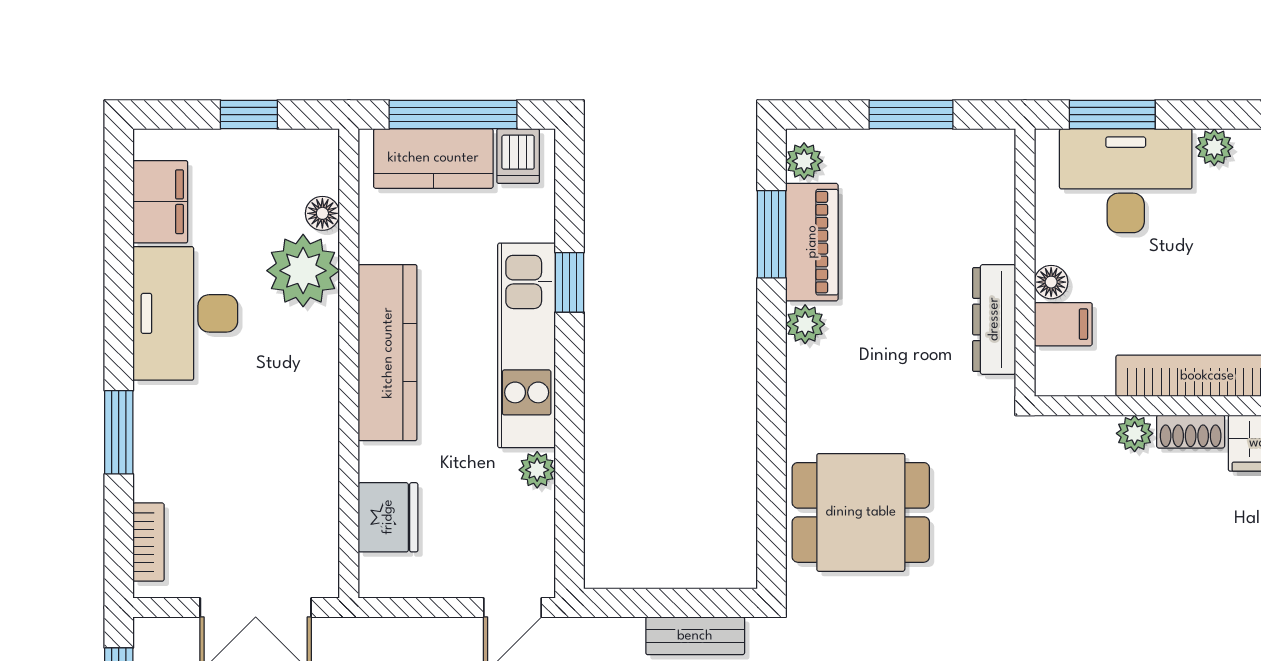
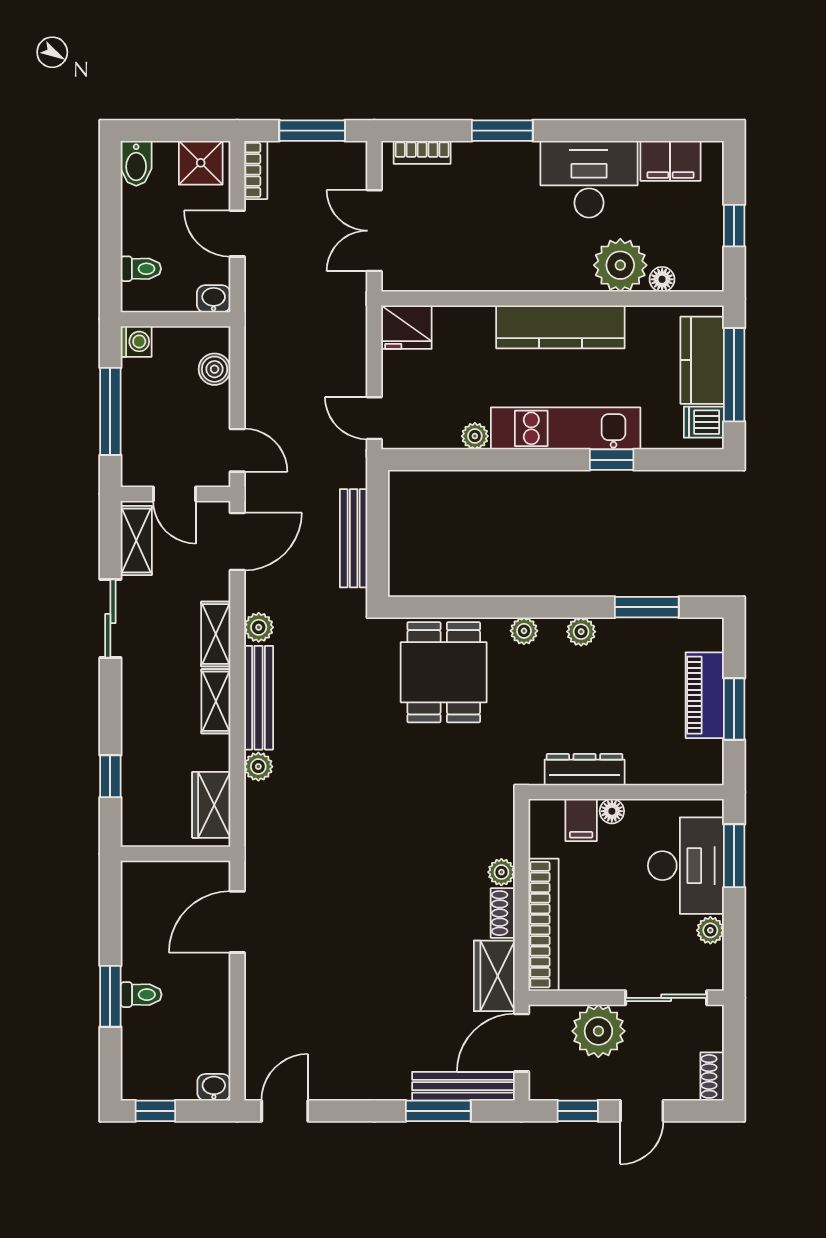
plant: (804, 161) -> (524, 631), moved
piano: (812, 242) -> (705, 695), moved, turned 90
fridge: (388, 517) -> (406, 327), moved
bench: (695, 636) -> (354, 538), width x1.36

